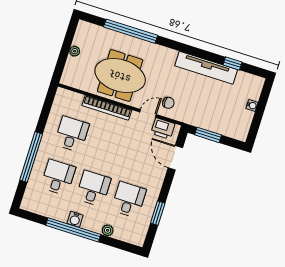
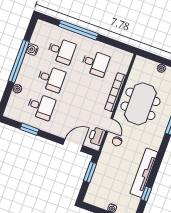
water cooler: (75, 219) -> (32, 50), moved

